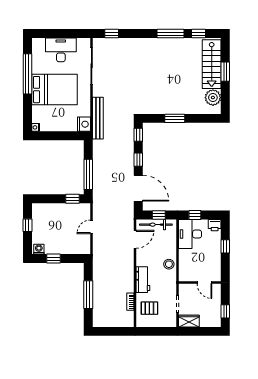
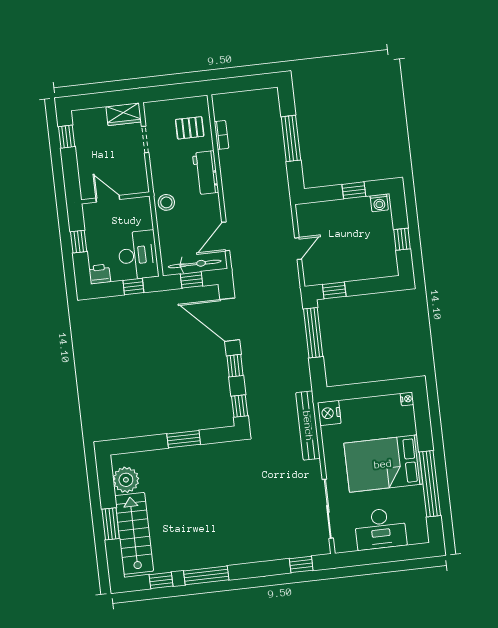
wall: (200, 282) -> (115, 198), moved
door: (204, 282) -> (108, 199), moved

